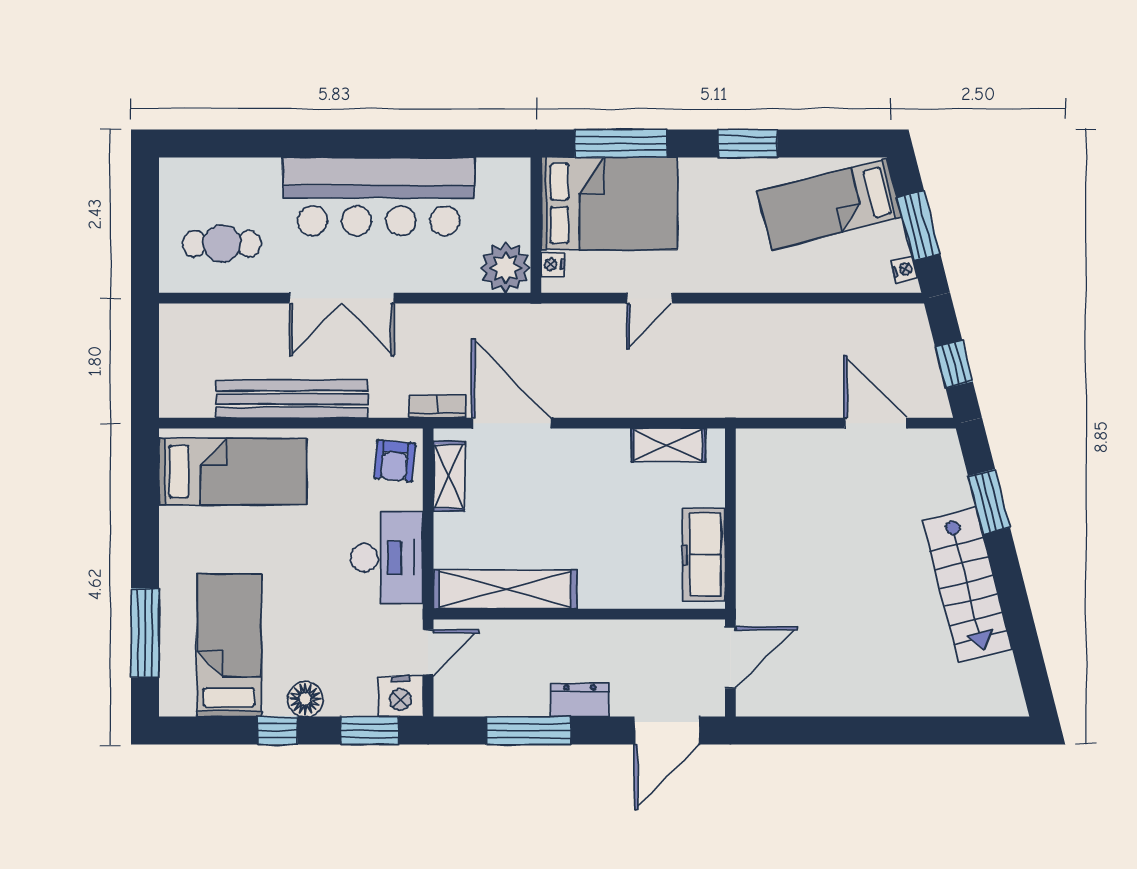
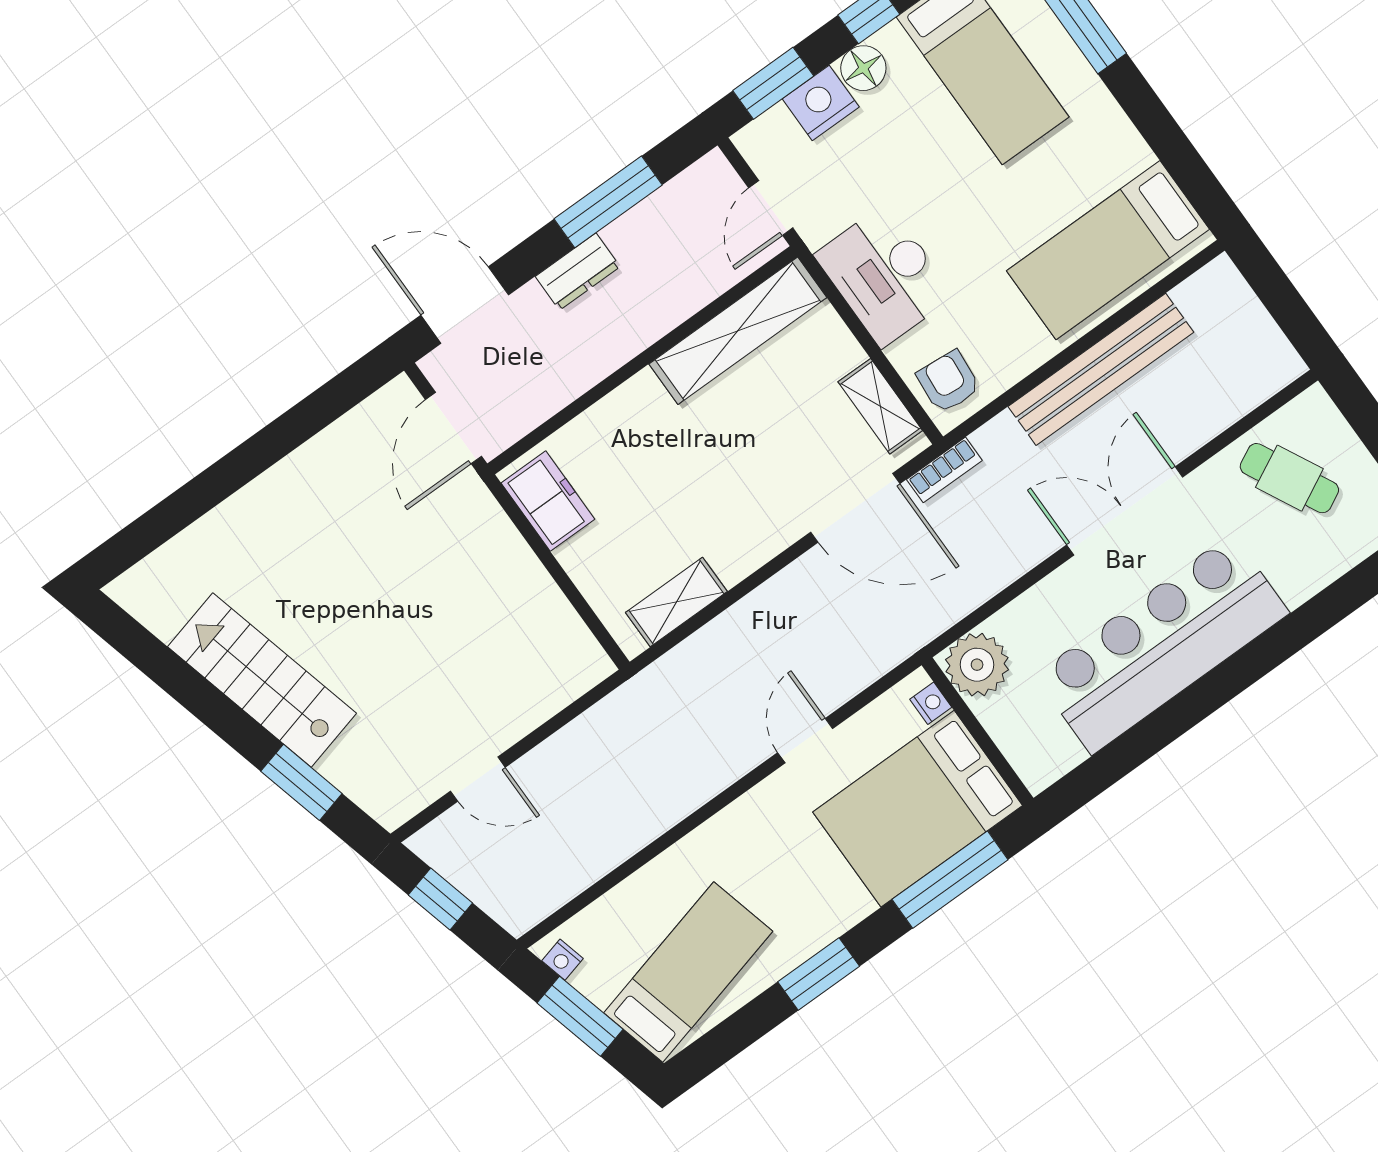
cafe table: (222, 244) -> (1289, 478), turned 63
door: (875, 423) -> (478, 779), width x0.73
freezer: (704, 555) -> (548, 501), width x0.71
nightstand: (400, 696) -> (821, 103), moved
door: (667, 731) -> (465, 305), hinge flipped

